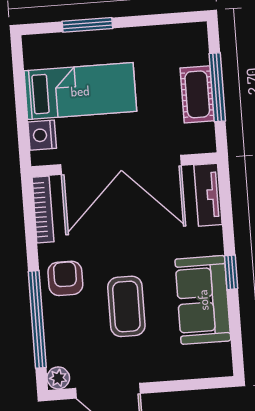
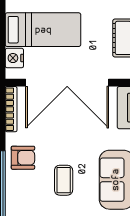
armchair: (65, 278) -> (23, 158), turned 90
coffee table: (126, 306) -> (64, 180), width x0.73, depth x0.77

